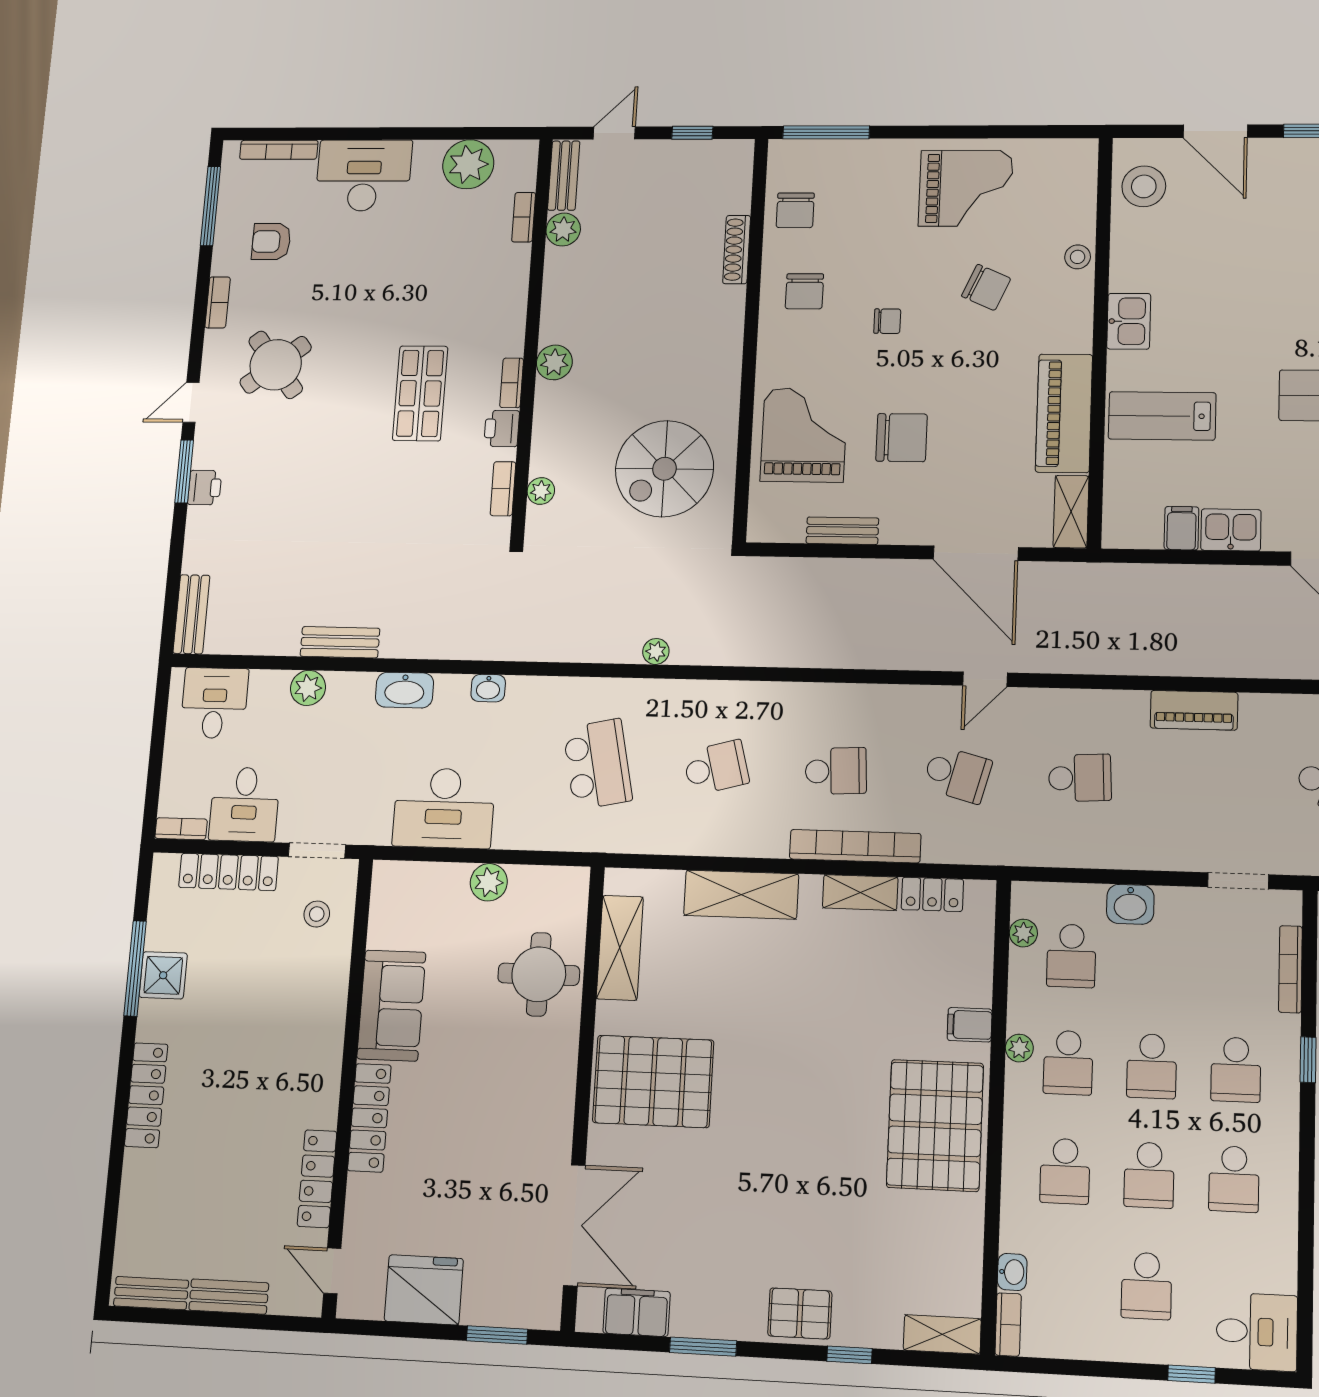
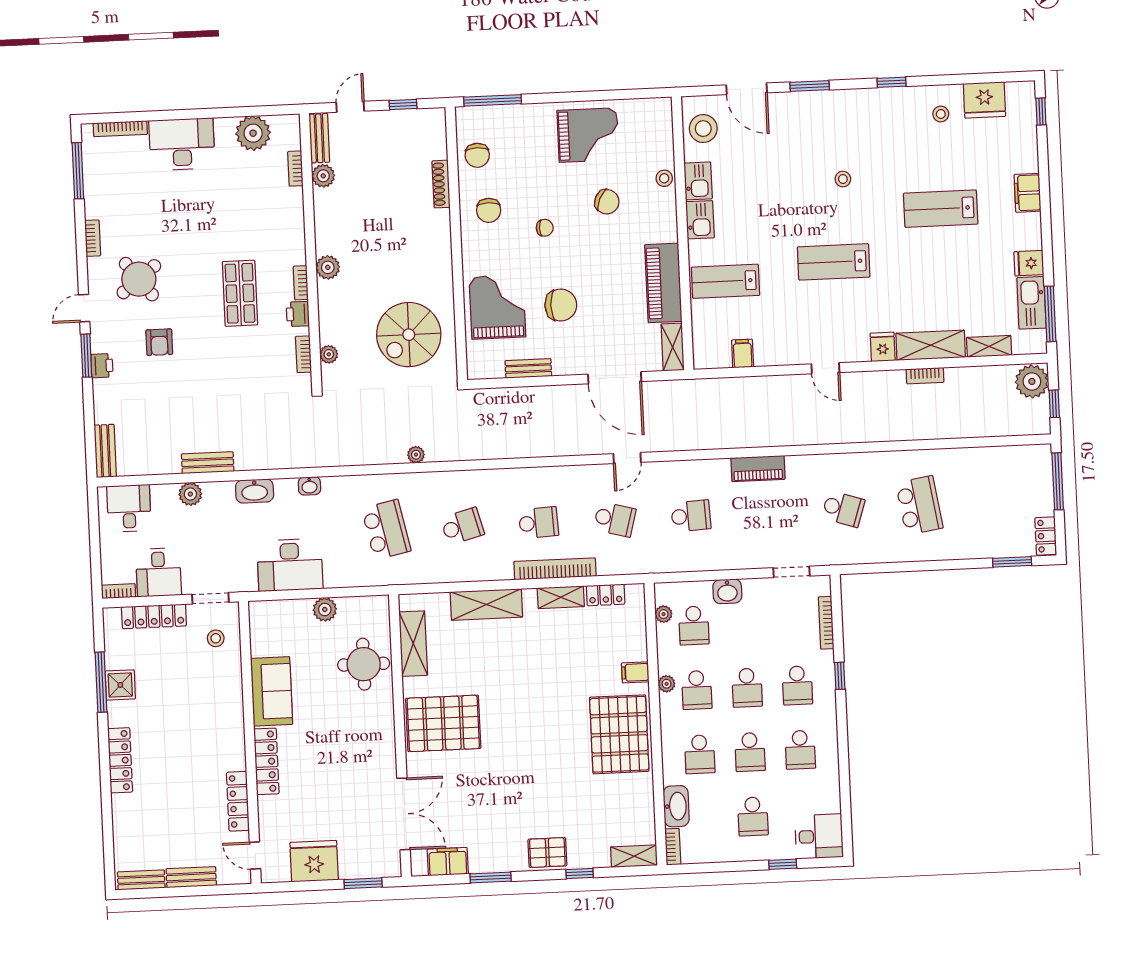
armchair: (271, 241) -> (159, 342), moved, turned -90
kitchen sink: (1231, 530) -> (698, 181), moved, turned 90
washbasin: (1012, 1272) -> (676, 806), width x1.91, depth x1.45

